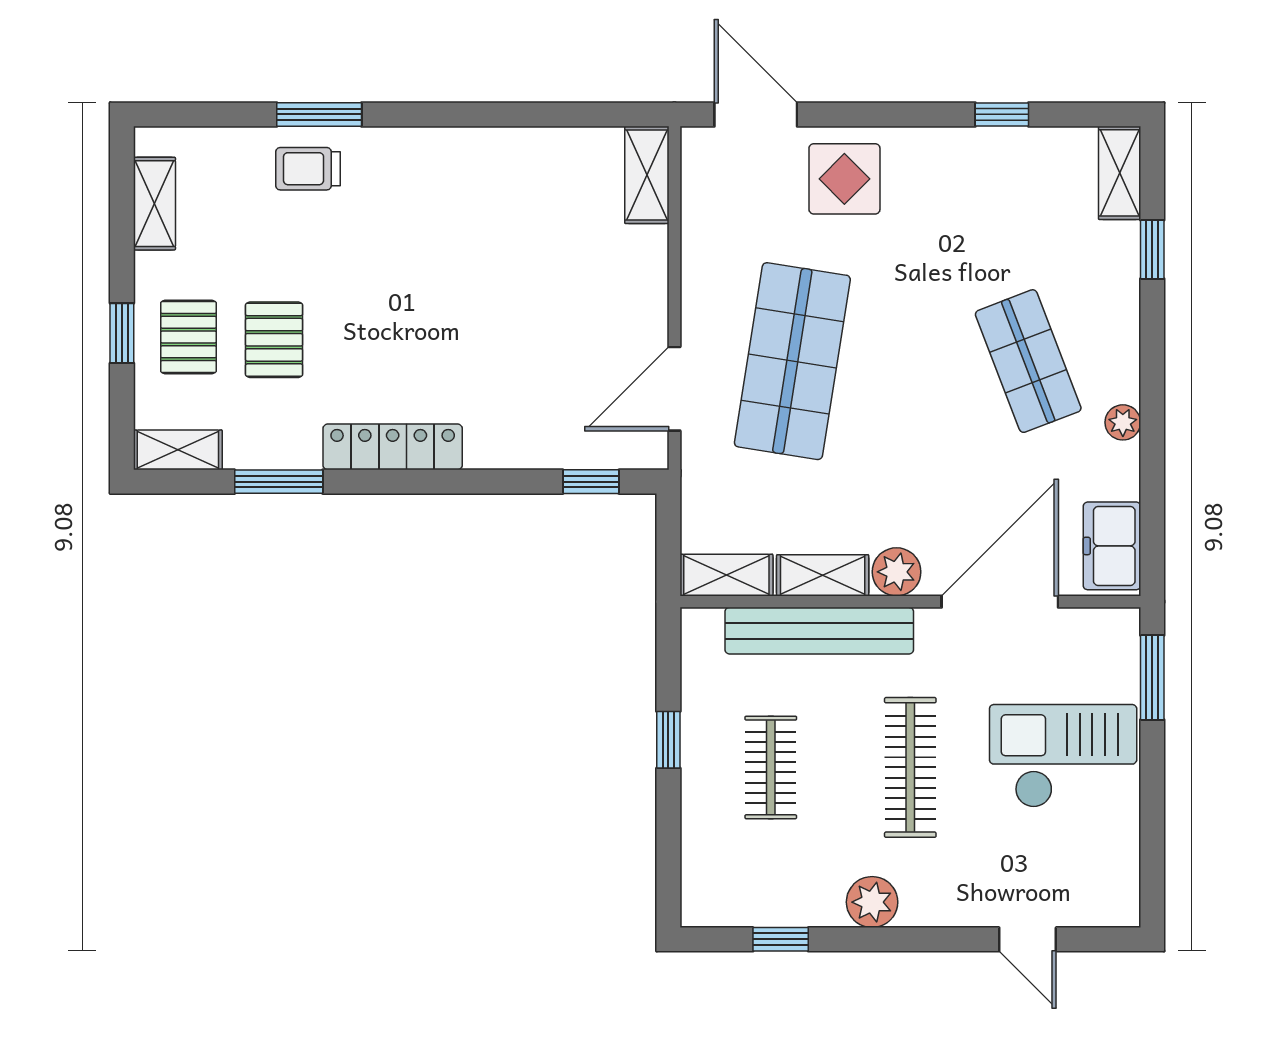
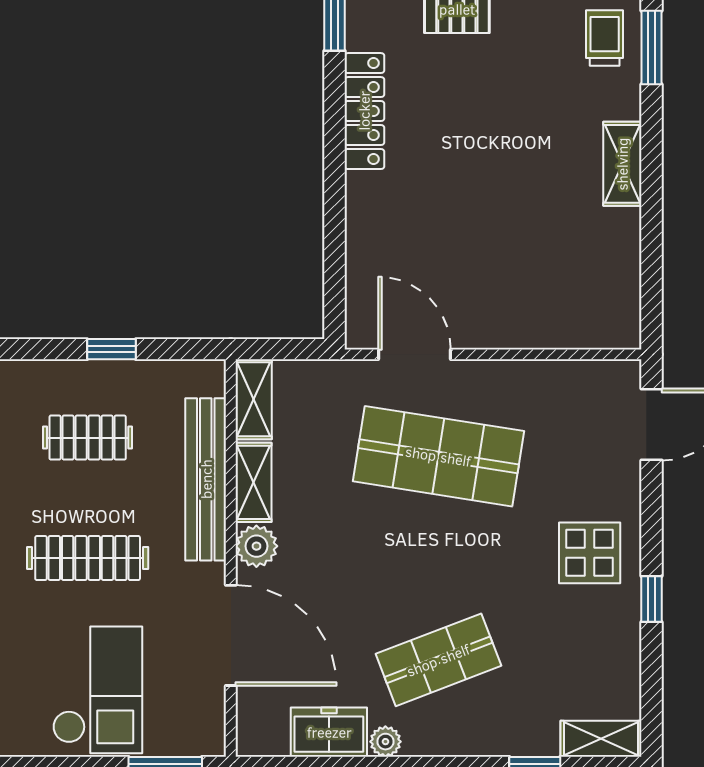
window: (1002, 114) -> (651, 599), moved
shelving: (647, 175) -> (622, 164), moved, turned 90
display table: (844, 179) -> (590, 553), moved
window: (591, 482) -> (334, 282), removed
freezer: (1112, 546) -> (329, 732), moved

